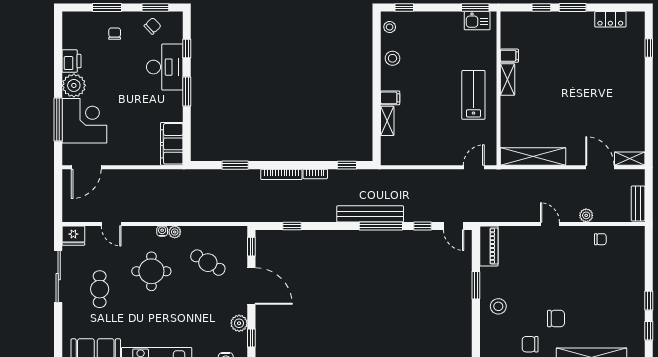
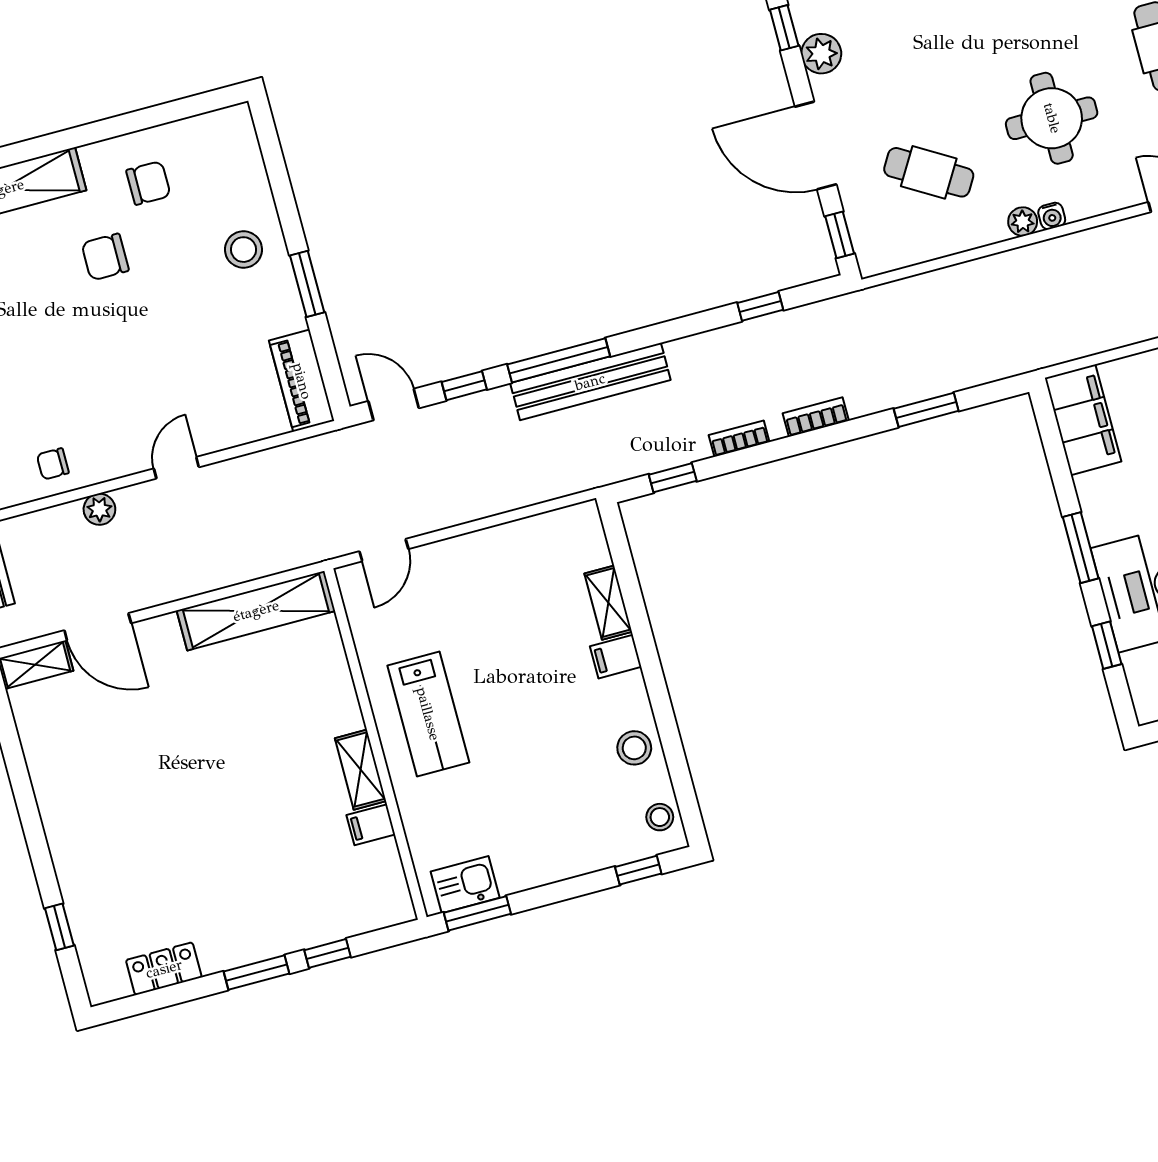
bookcase: (281, 174) -> (816, 417), width x0.64
door: (550, 224) -> (176, 468), swing flipped

